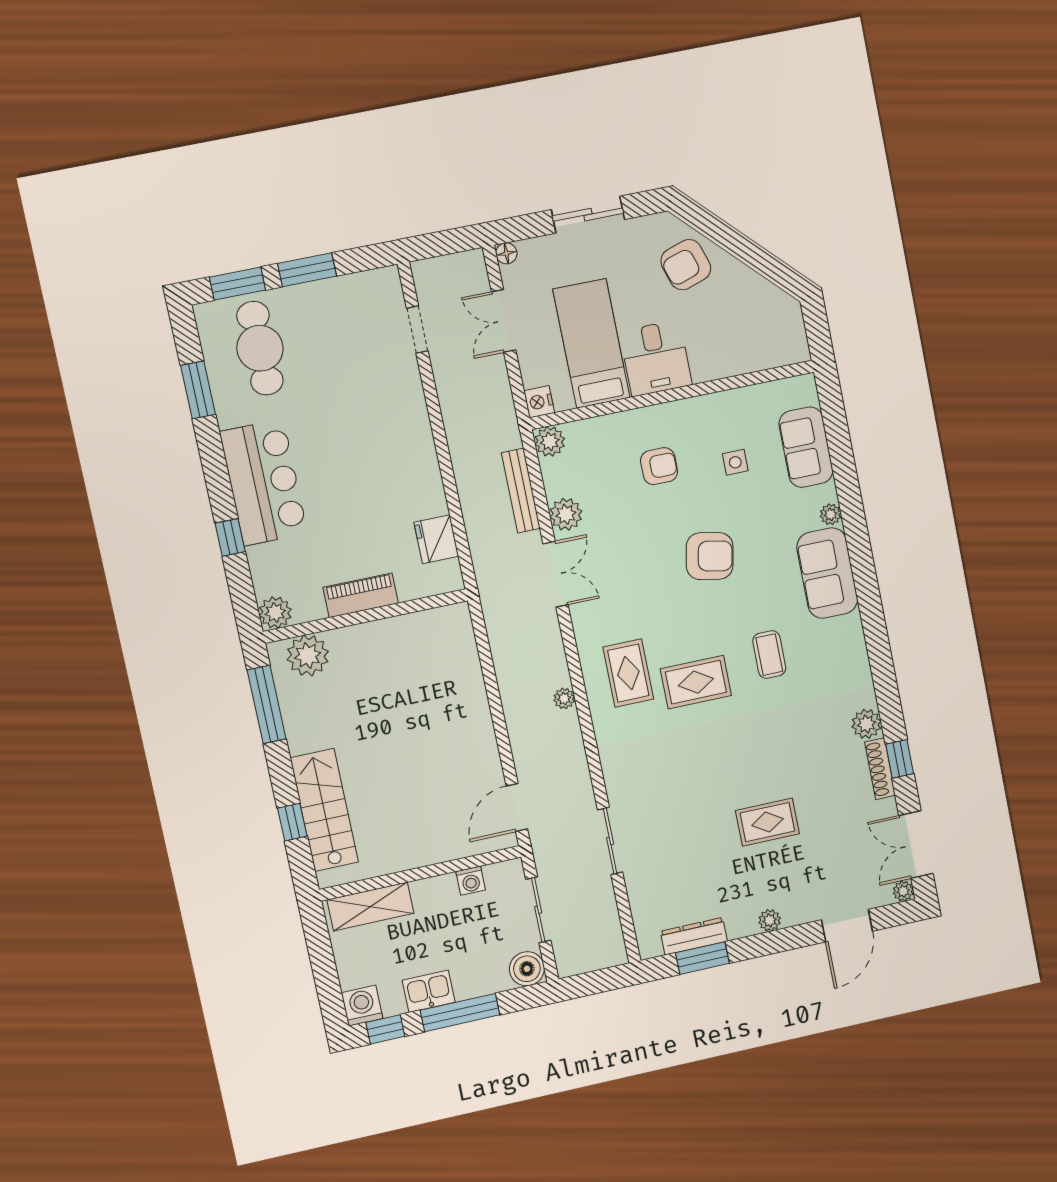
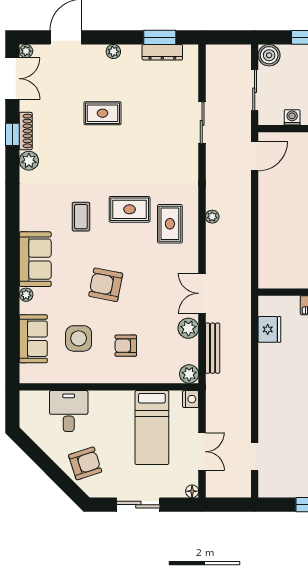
desk: (656, 358) -> (69, 411), moved
side table: (735, 462) -> (79, 338), width x1.87, depth x1.87

